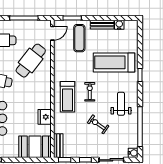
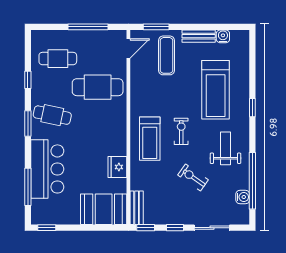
cafe table: (31, 61) -> (98, 87), turned 52
treadmill: (114, 62) -> (216, 90), turned -90
water cooler: (133, 153) -> (243, 197), moved

